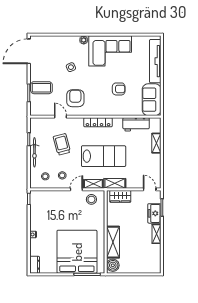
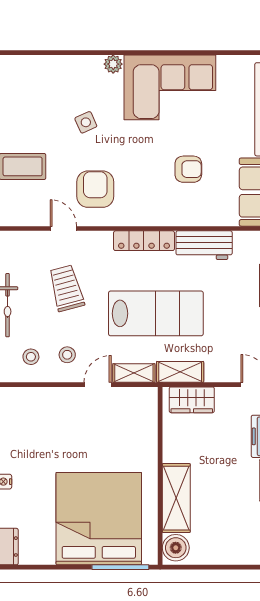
workbench: (136, 124) -> (204, 245), moved
stool: (91, 199) -> (130, 406), removed

